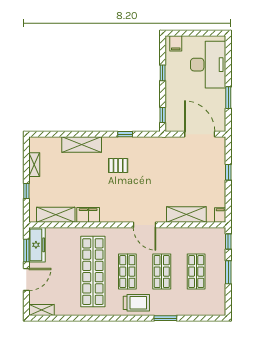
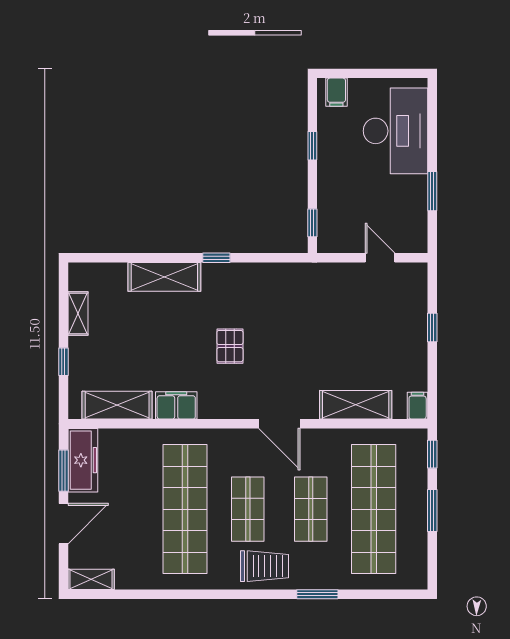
window: (125, 134) -> (216, 258), moved
door: (200, 134) -> (380, 258), width x0.53
pallet: (118, 166) -> (230, 346), moved, turned 90
shop shelf: (196, 272) -> (374, 509), width x2.00, depth x1.36

